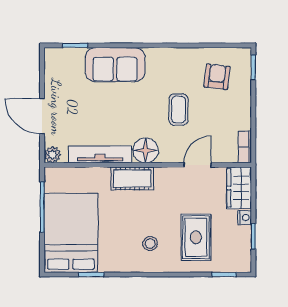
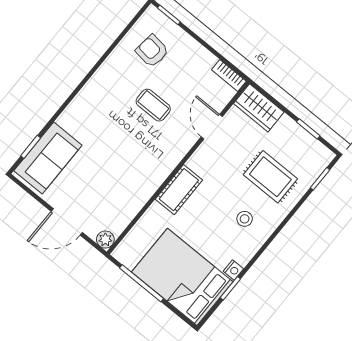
sofa: (115, 65) -> (48, 158), moved
floor lamp: (146, 150) -> (165, 160), removed
tv unit: (100, 154) -> (137, 200), removed
nightstand: (245, 217) -> (233, 270), moved, turned 90

